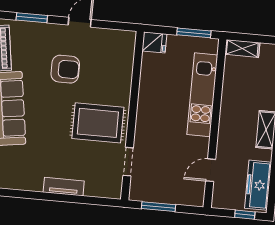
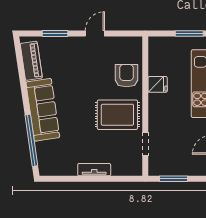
fridge: (154, 42) -> (158, 84), moved
armchair: (65, 69) -> (127, 76), moved, turned -90

